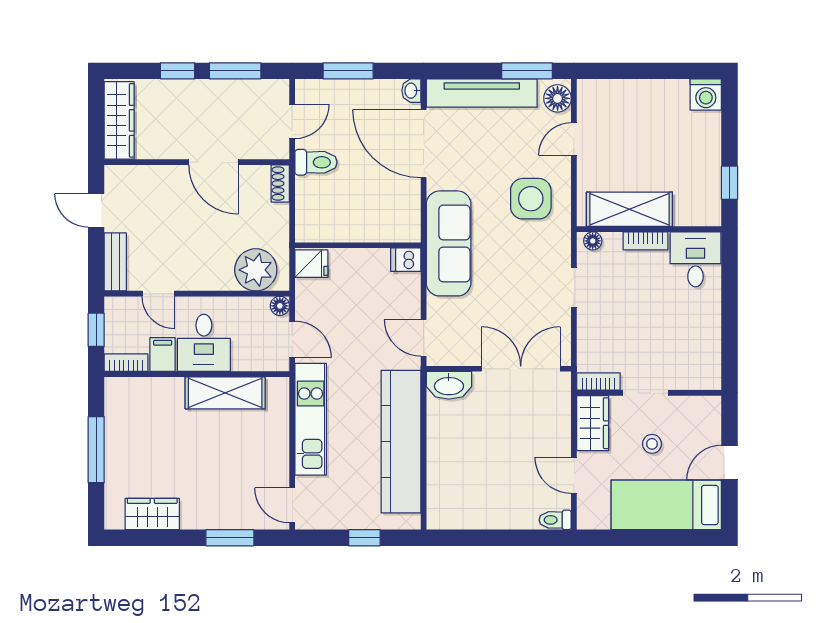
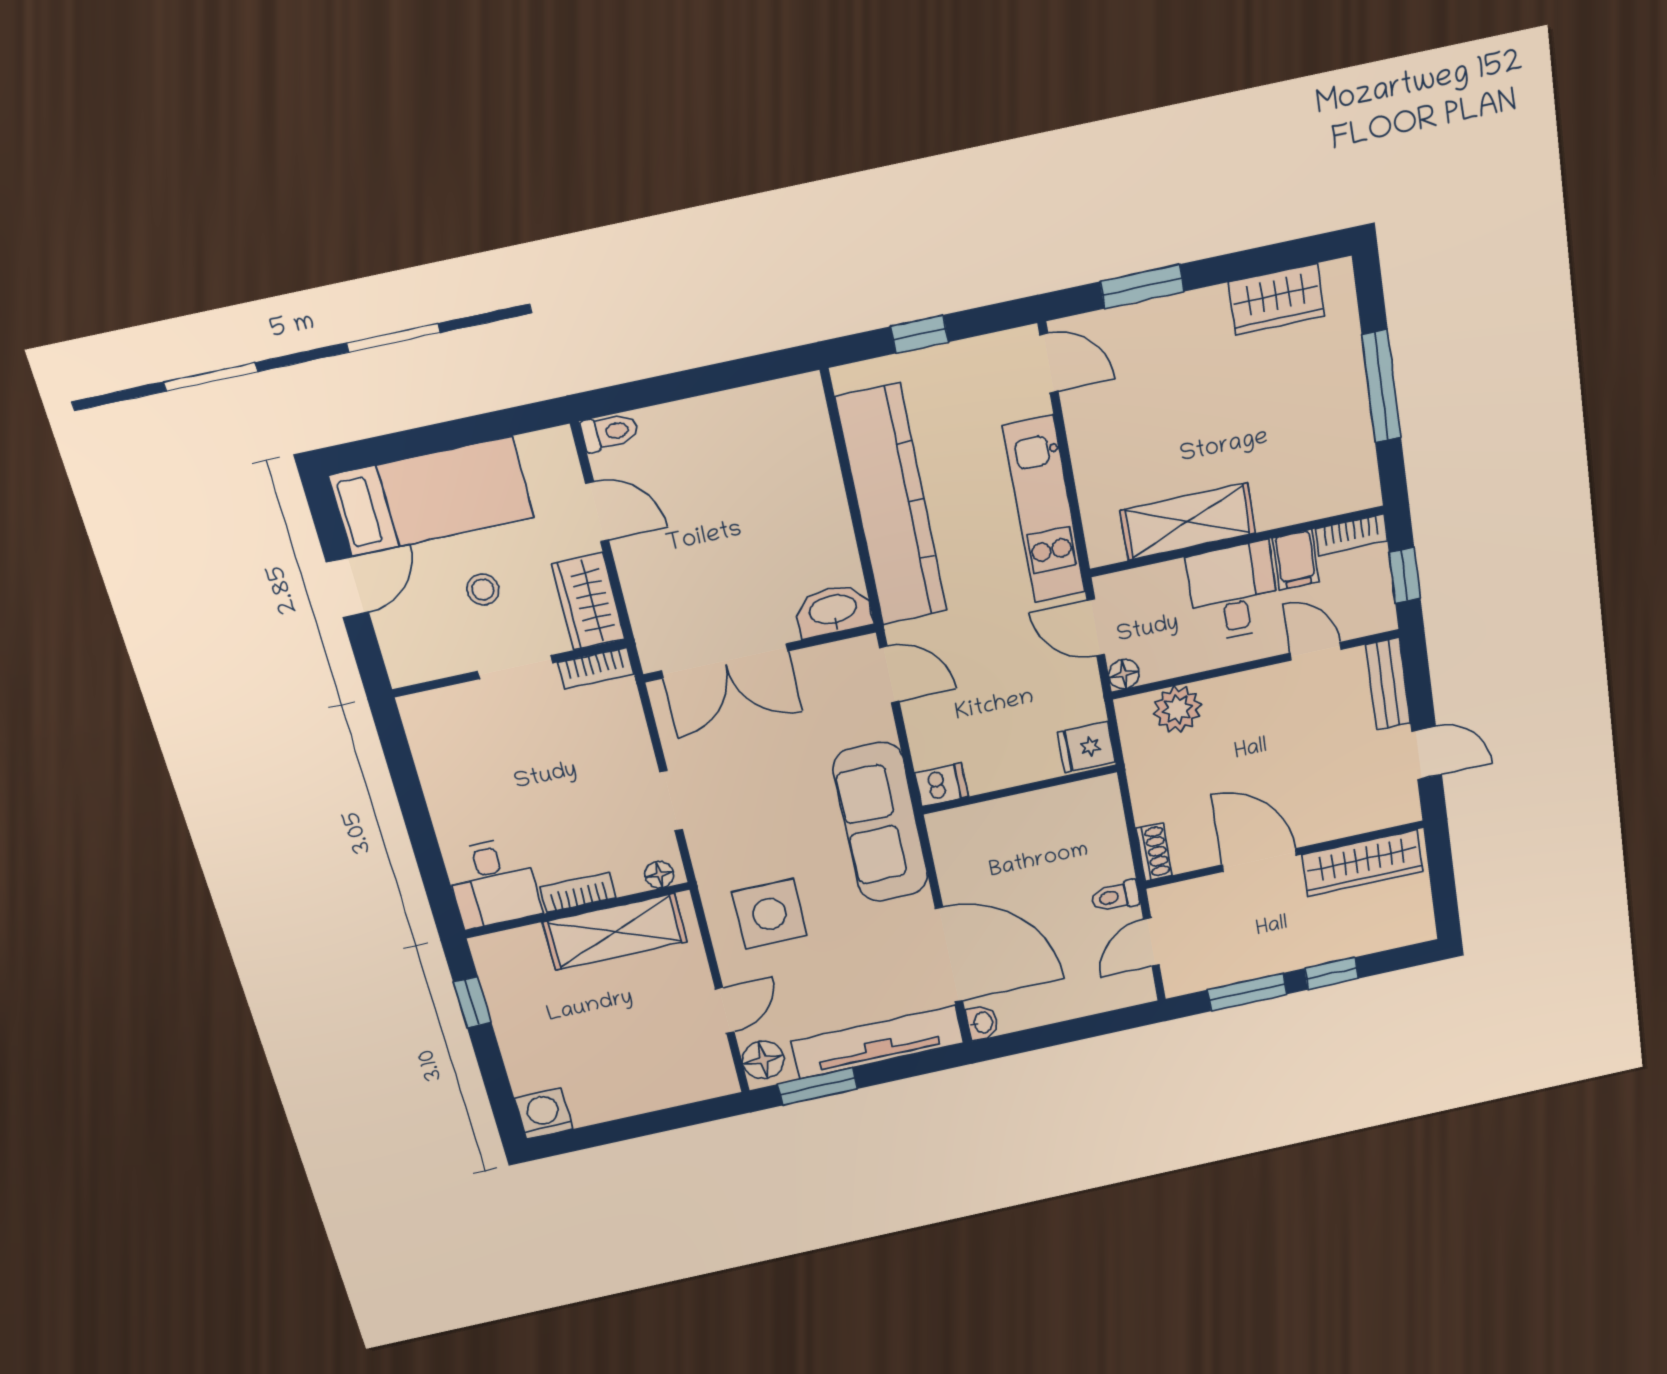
window: (348, 71) -> (1081, 1029), removed
wardrobe: (119, 120) -> (1362, 863), moved, turned -90
toilet: (316, 162) -> (1115, 896), width x0.73, depth x0.72
plant: (256, 270) -> (1177, 709), width x0.73, depth x0.73

